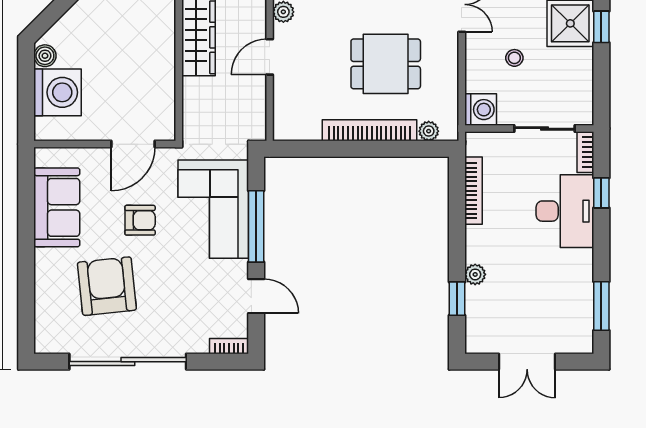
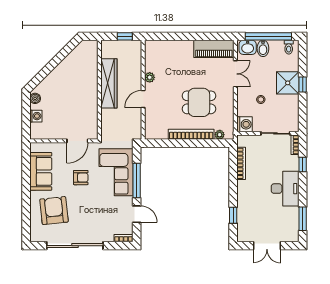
washing machine: (58, 92) -> (36, 116), width x0.53, depth x0.53
desk: (565, 211) -> (285, 189), moved
plant: (475, 274) -> (242, 204), removed
armchair: (107, 286) -> (54, 211), moved

